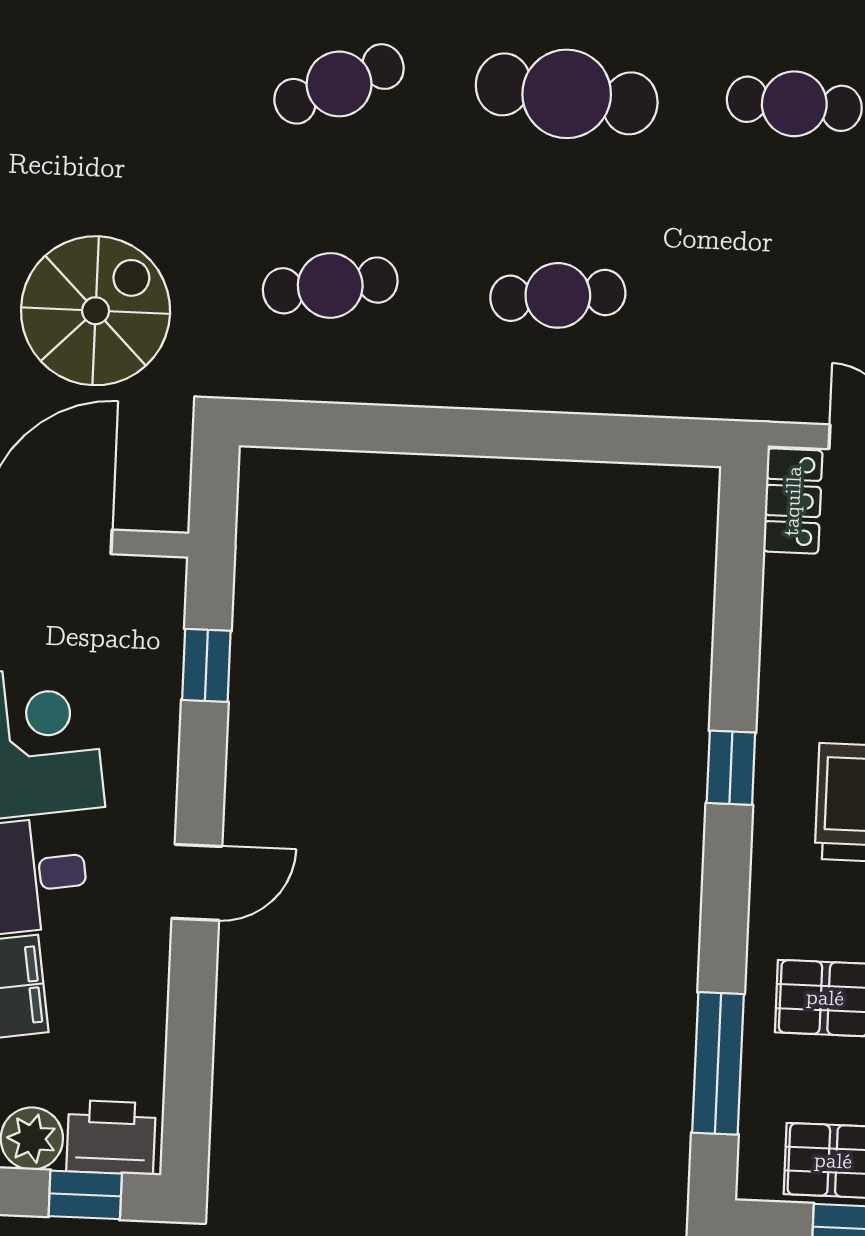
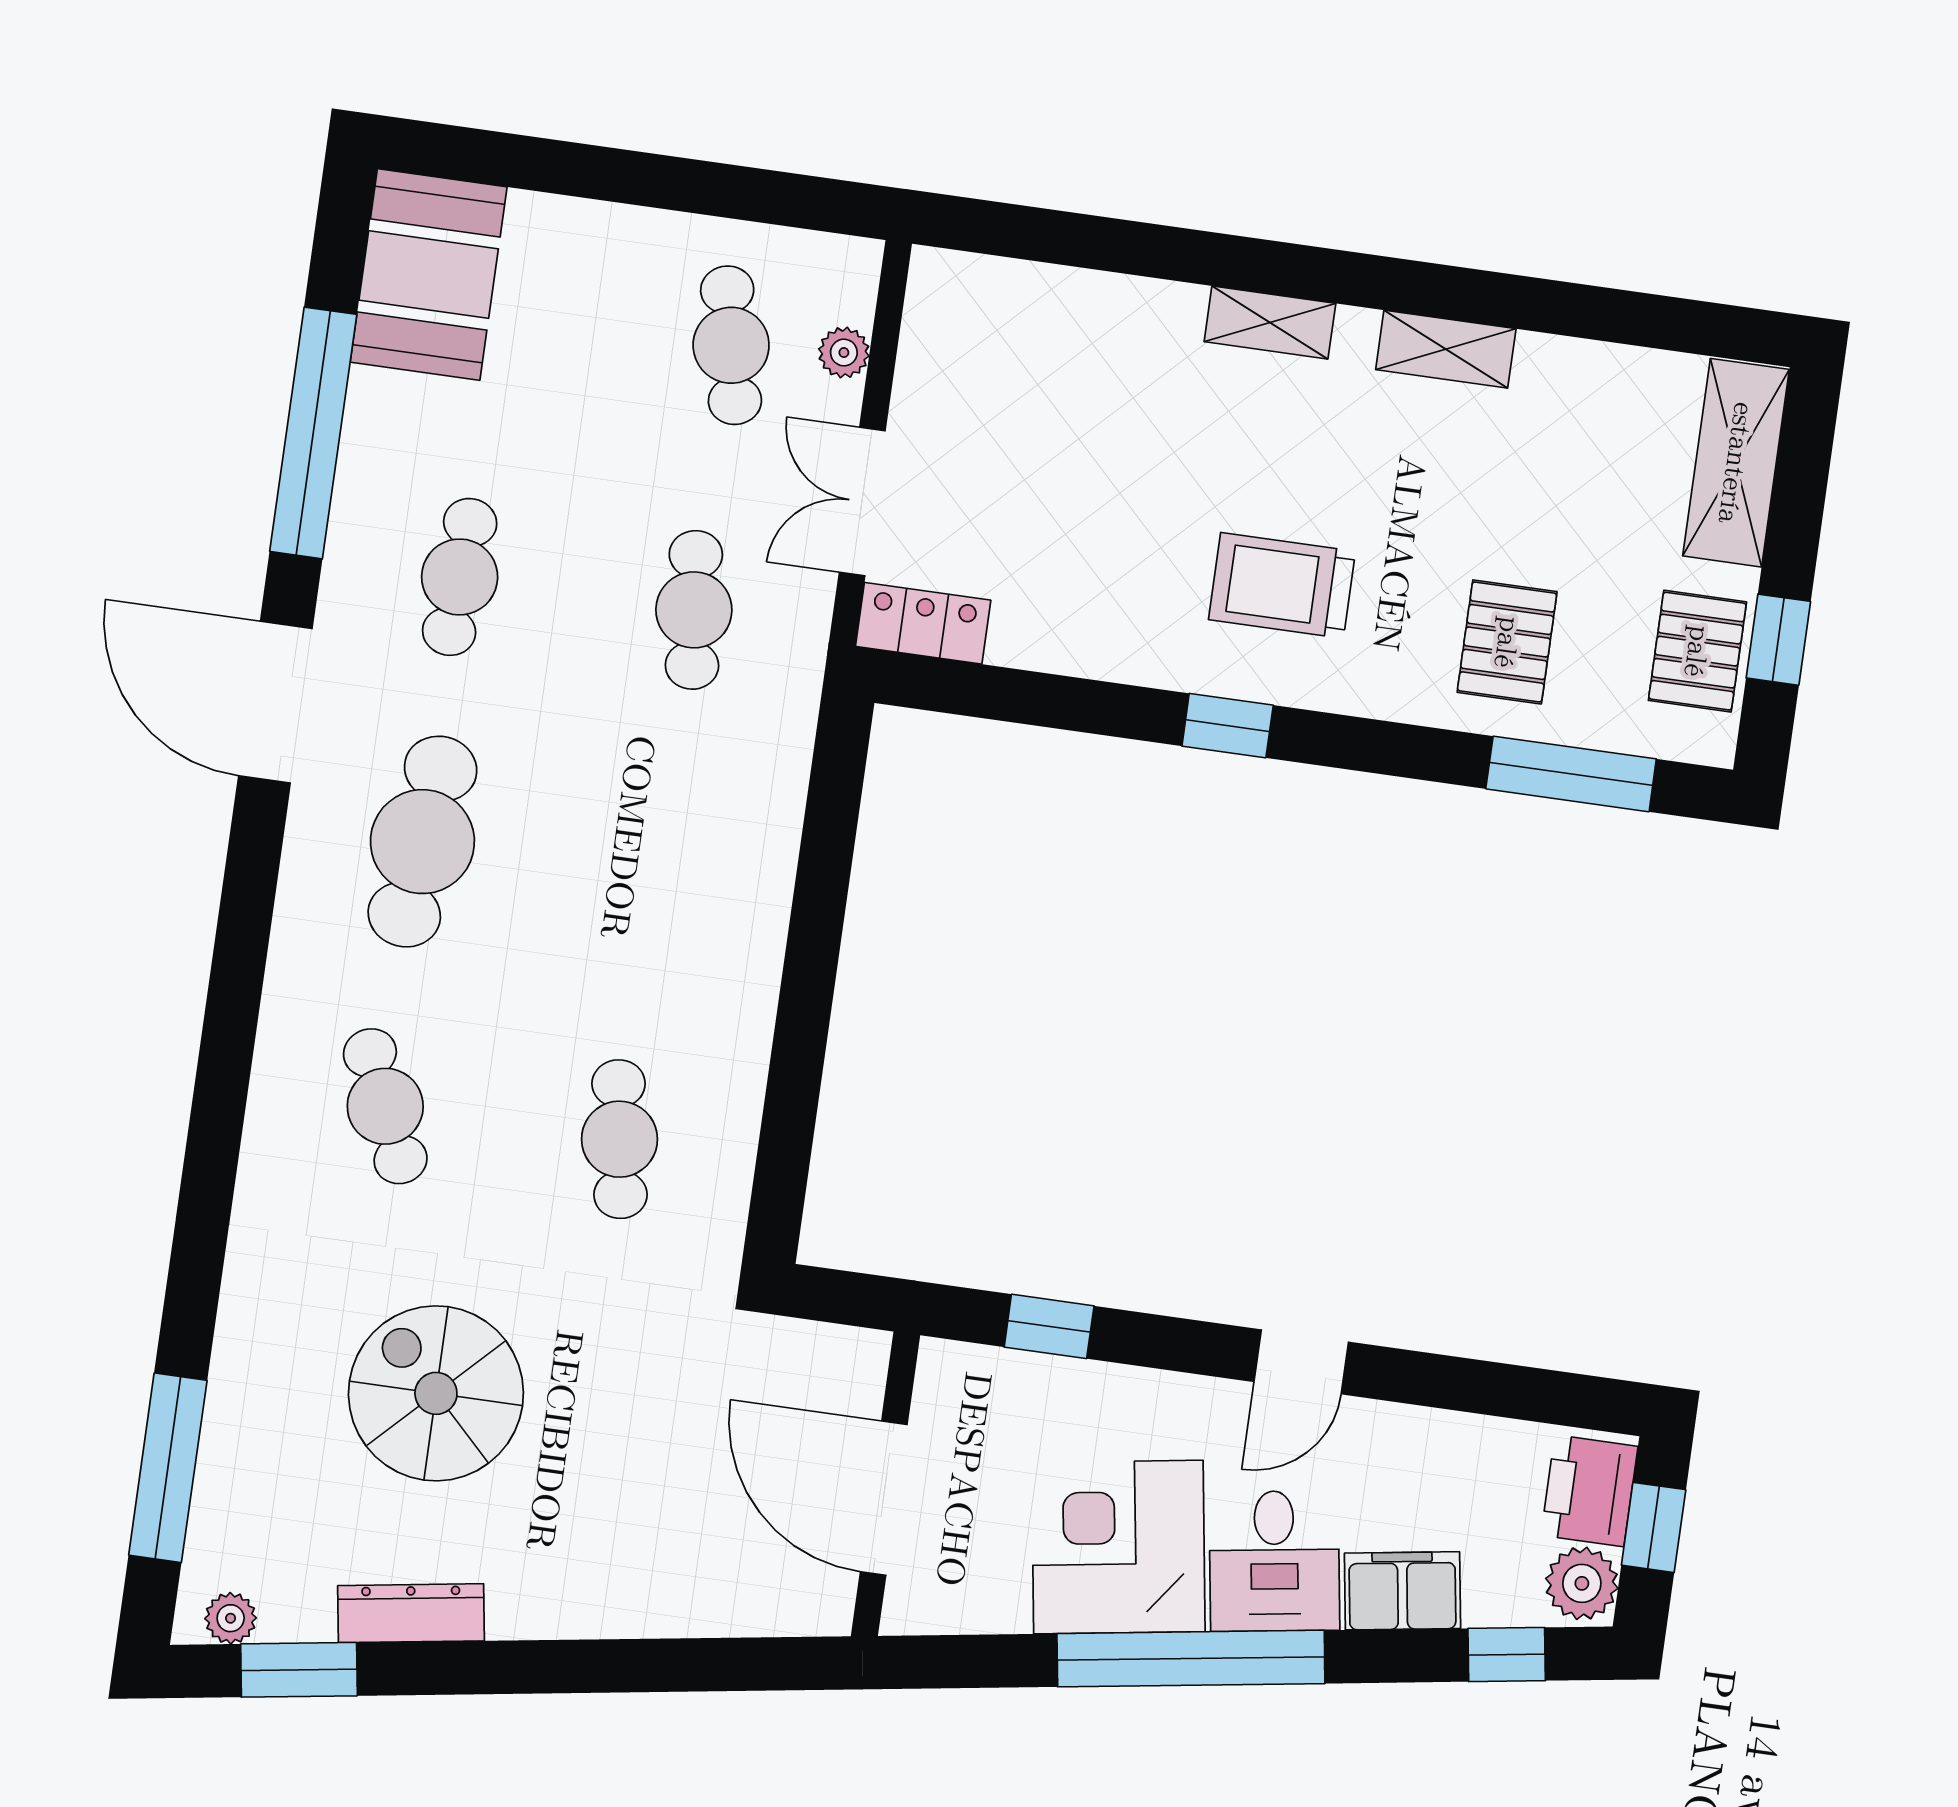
cafe table: (558, 295) -> (694, 610), moved
spiral stairs: (96, 311) -> (436, 1393), moved
door: (197, 882) -> (1301, 1362), swing flipped

